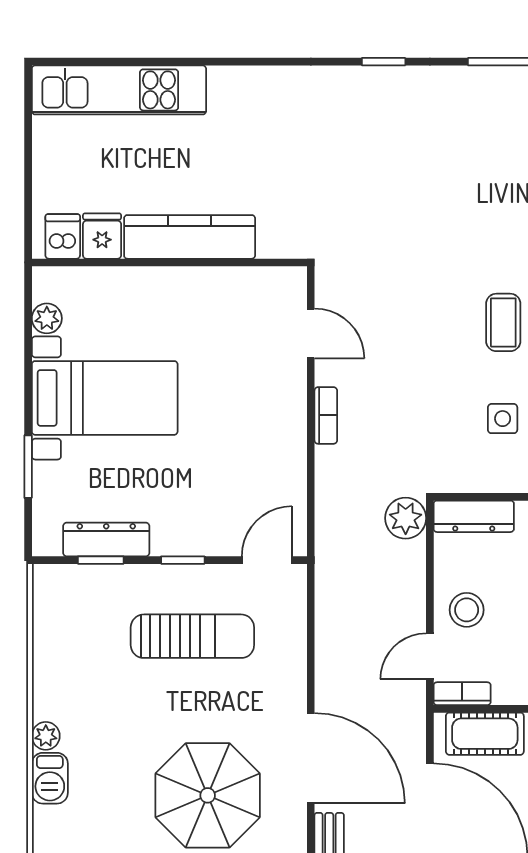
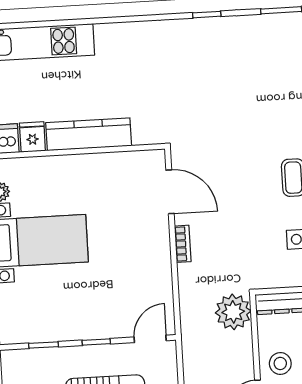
door: (311, 333) -> (170, 192), width x1.38
plant: (406, 518) -> (233, 312), width x1.36, depth x1.36
dresser: (106, 539) -> (46, 332), removed

